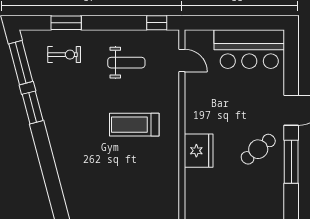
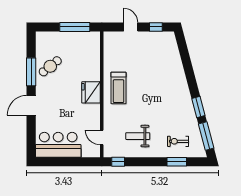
treadmill: (134, 125) -> (119, 88), moved, turned 90
cafe table: (258, 149) -> (50, 66), moved
fridge: (199, 151) -> (91, 92), moved

